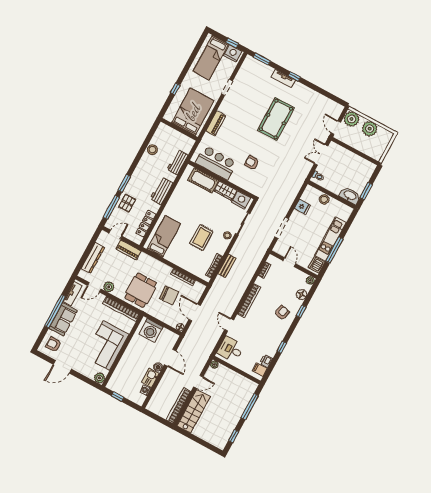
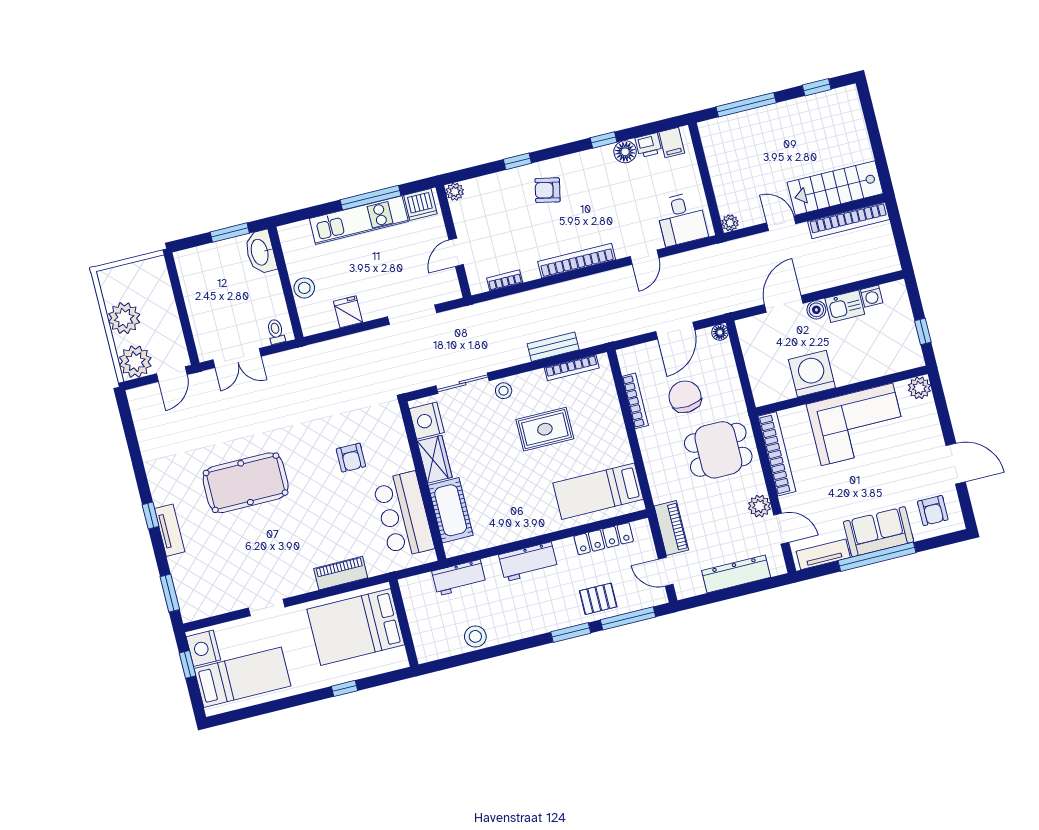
floor lamp: (302, 294) -> (625, 152), moved
washing machine: (151, 330) -> (812, 374), moved, turned -90

